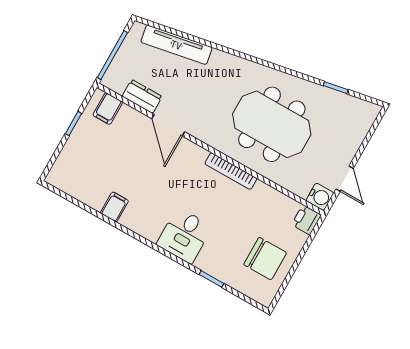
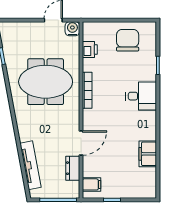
meeting table: (272, 124) -> (46, 82), turned 90
filing cabinet: (114, 207) -> (148, 154), width x2.00
printer: (306, 220) -> (90, 50), moved, turned -90

